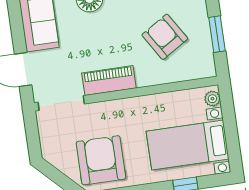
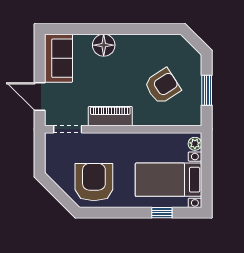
armchair: (165, 37) -> (162, 86), turned 89
doorway: (61, 103) -> (68, 129), width x0.73

